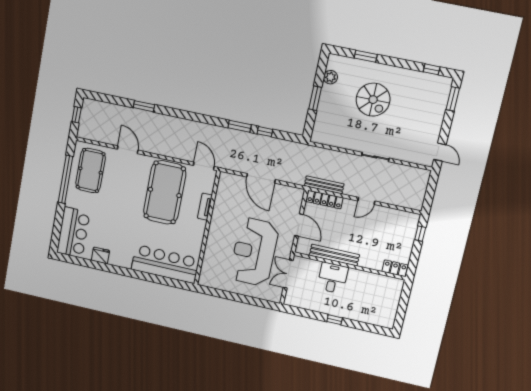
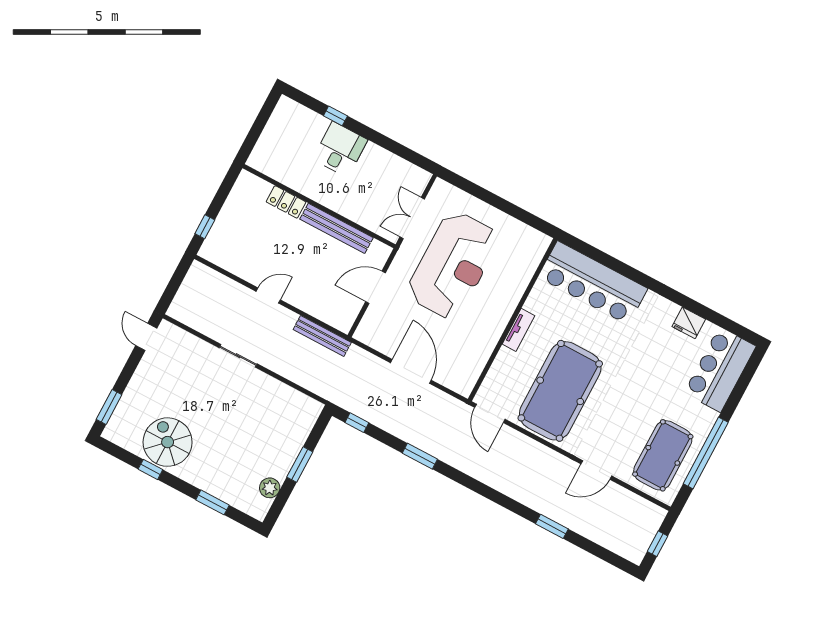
window: (431, 69) -> (150, 469), moved
spiral stairs: (373, 100) -> (168, 442), moved
window: (265, 132) -> (357, 423), moved
door: (128, 150) -> (596, 470), hinge flipped
locker: (325, 200) -> (328, 314), removed
tv unit: (205, 207) -> (519, 330), moved
door: (299, 225) -> (375, 287), hinge flipped
locker: (395, 268) -> (286, 202), moved
double door: (288, 274) -> (412, 218), swing flipped
desk: (332, 278) -> (340, 149), moved, turned 180
window: (335, 320) -> (335, 116), moved

